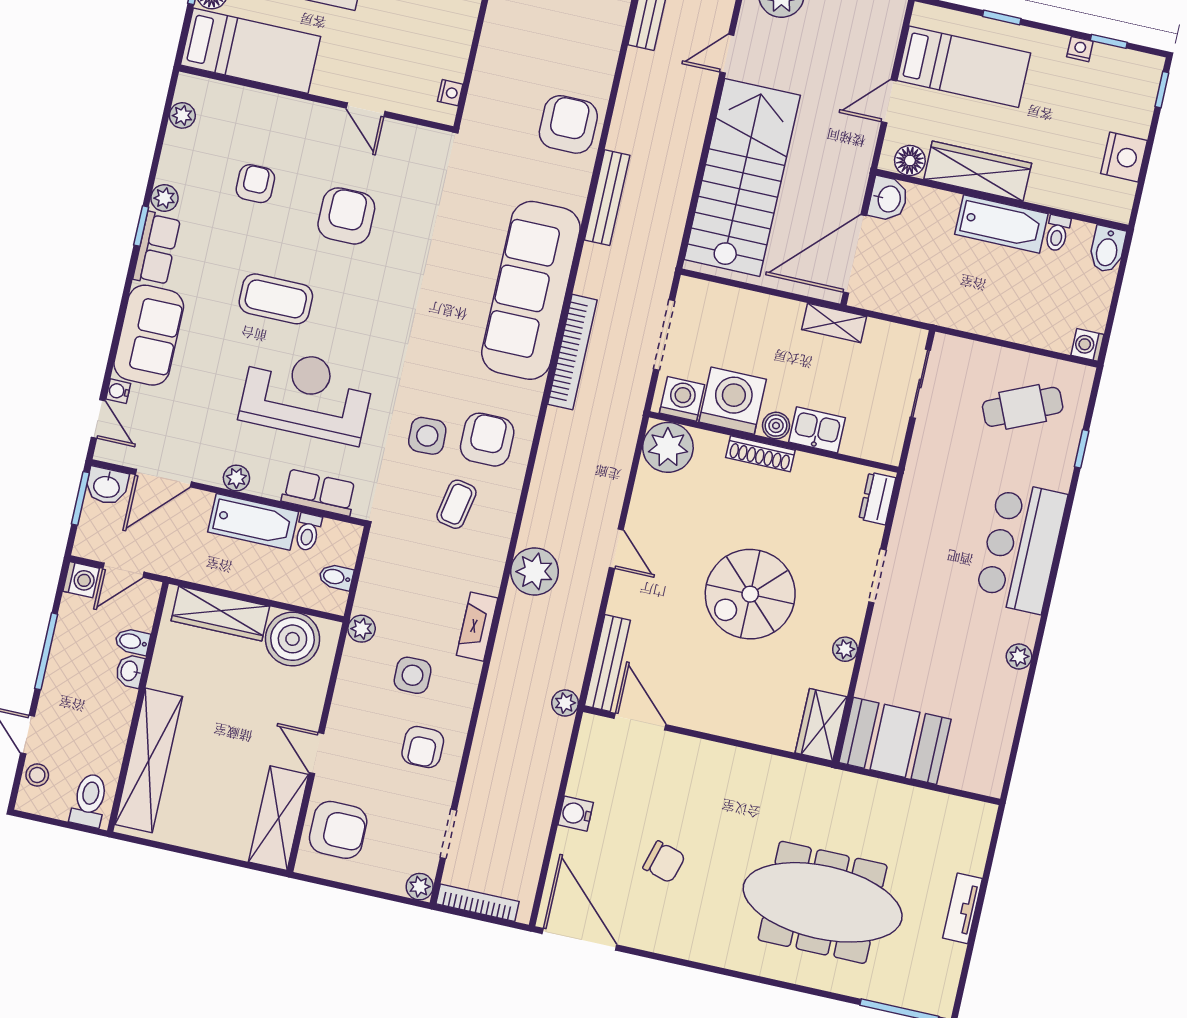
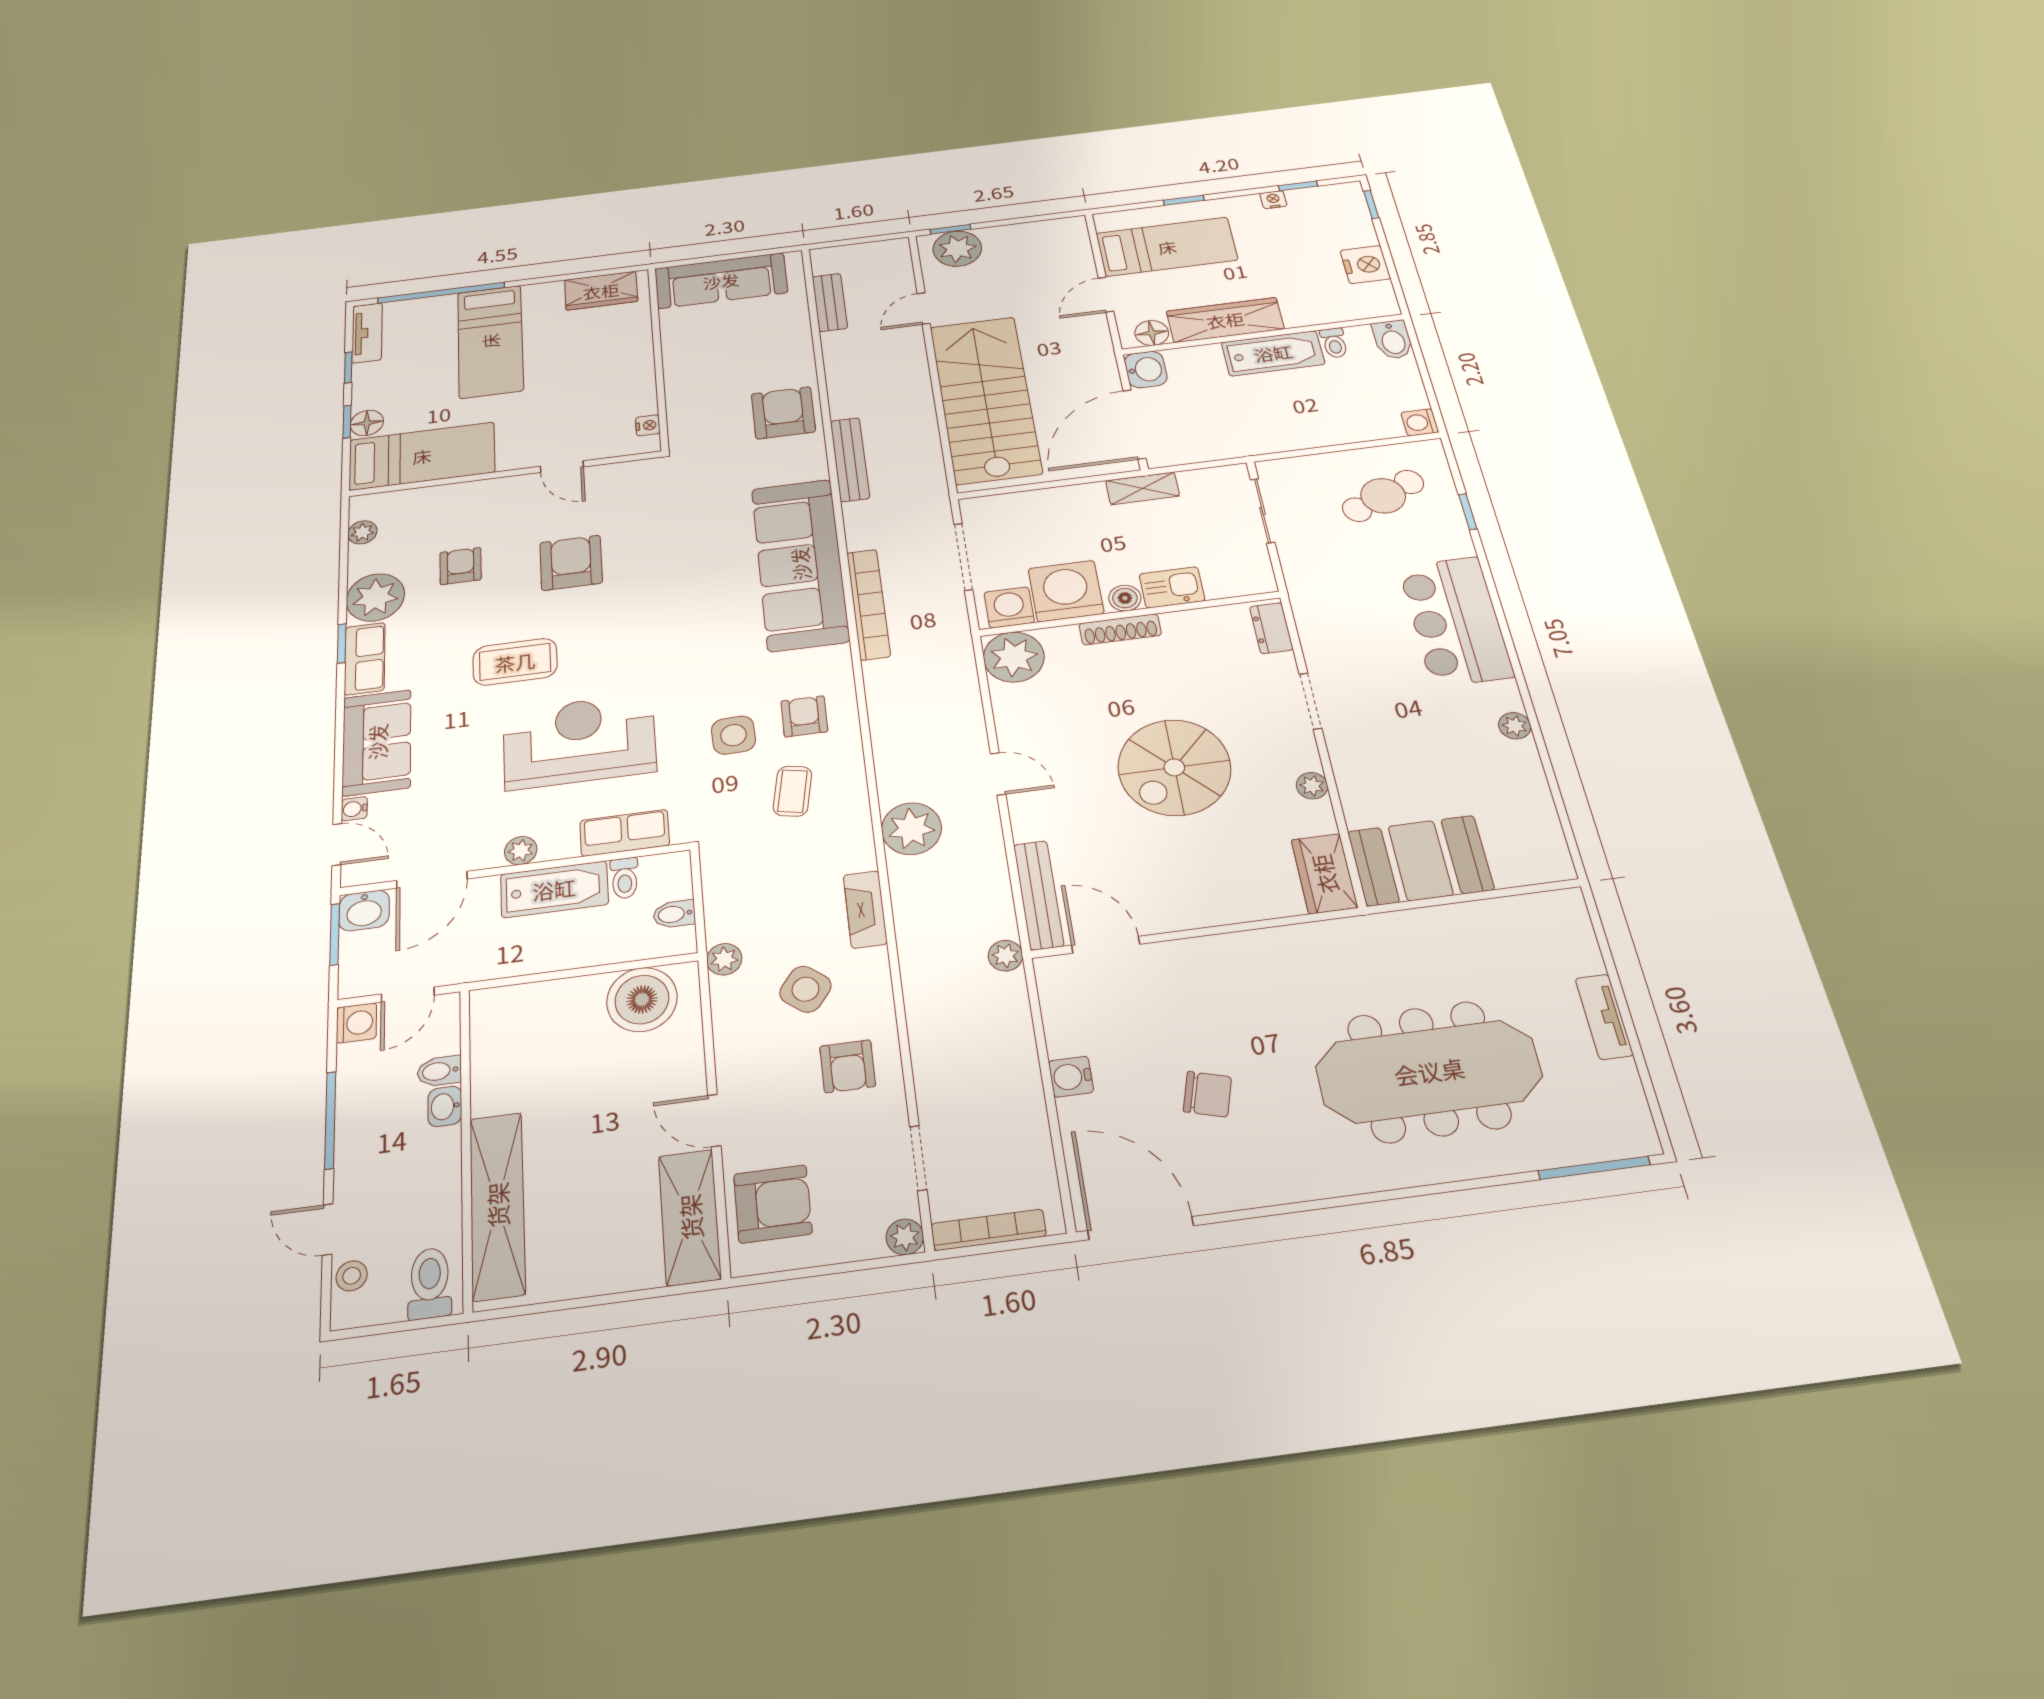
plant: (164, 198) -> (375, 597), width x1.88, depth x1.88
armchair: (487, 440) -> (804, 716), width x0.72, depth x0.72
wardrobe: (220, 614) -> (543, 1002), removed
side table: (413, 675) -> (805, 989), turned 38

